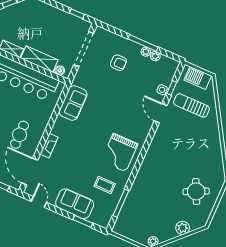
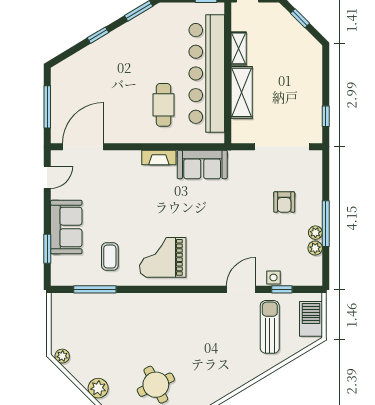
boiler: (60, 71) -> (238, 127), removed
cafe table: (19, 135) -> (164, 105), moved, turned 90
fireplace: (49, 146) -> (159, 157), moved

